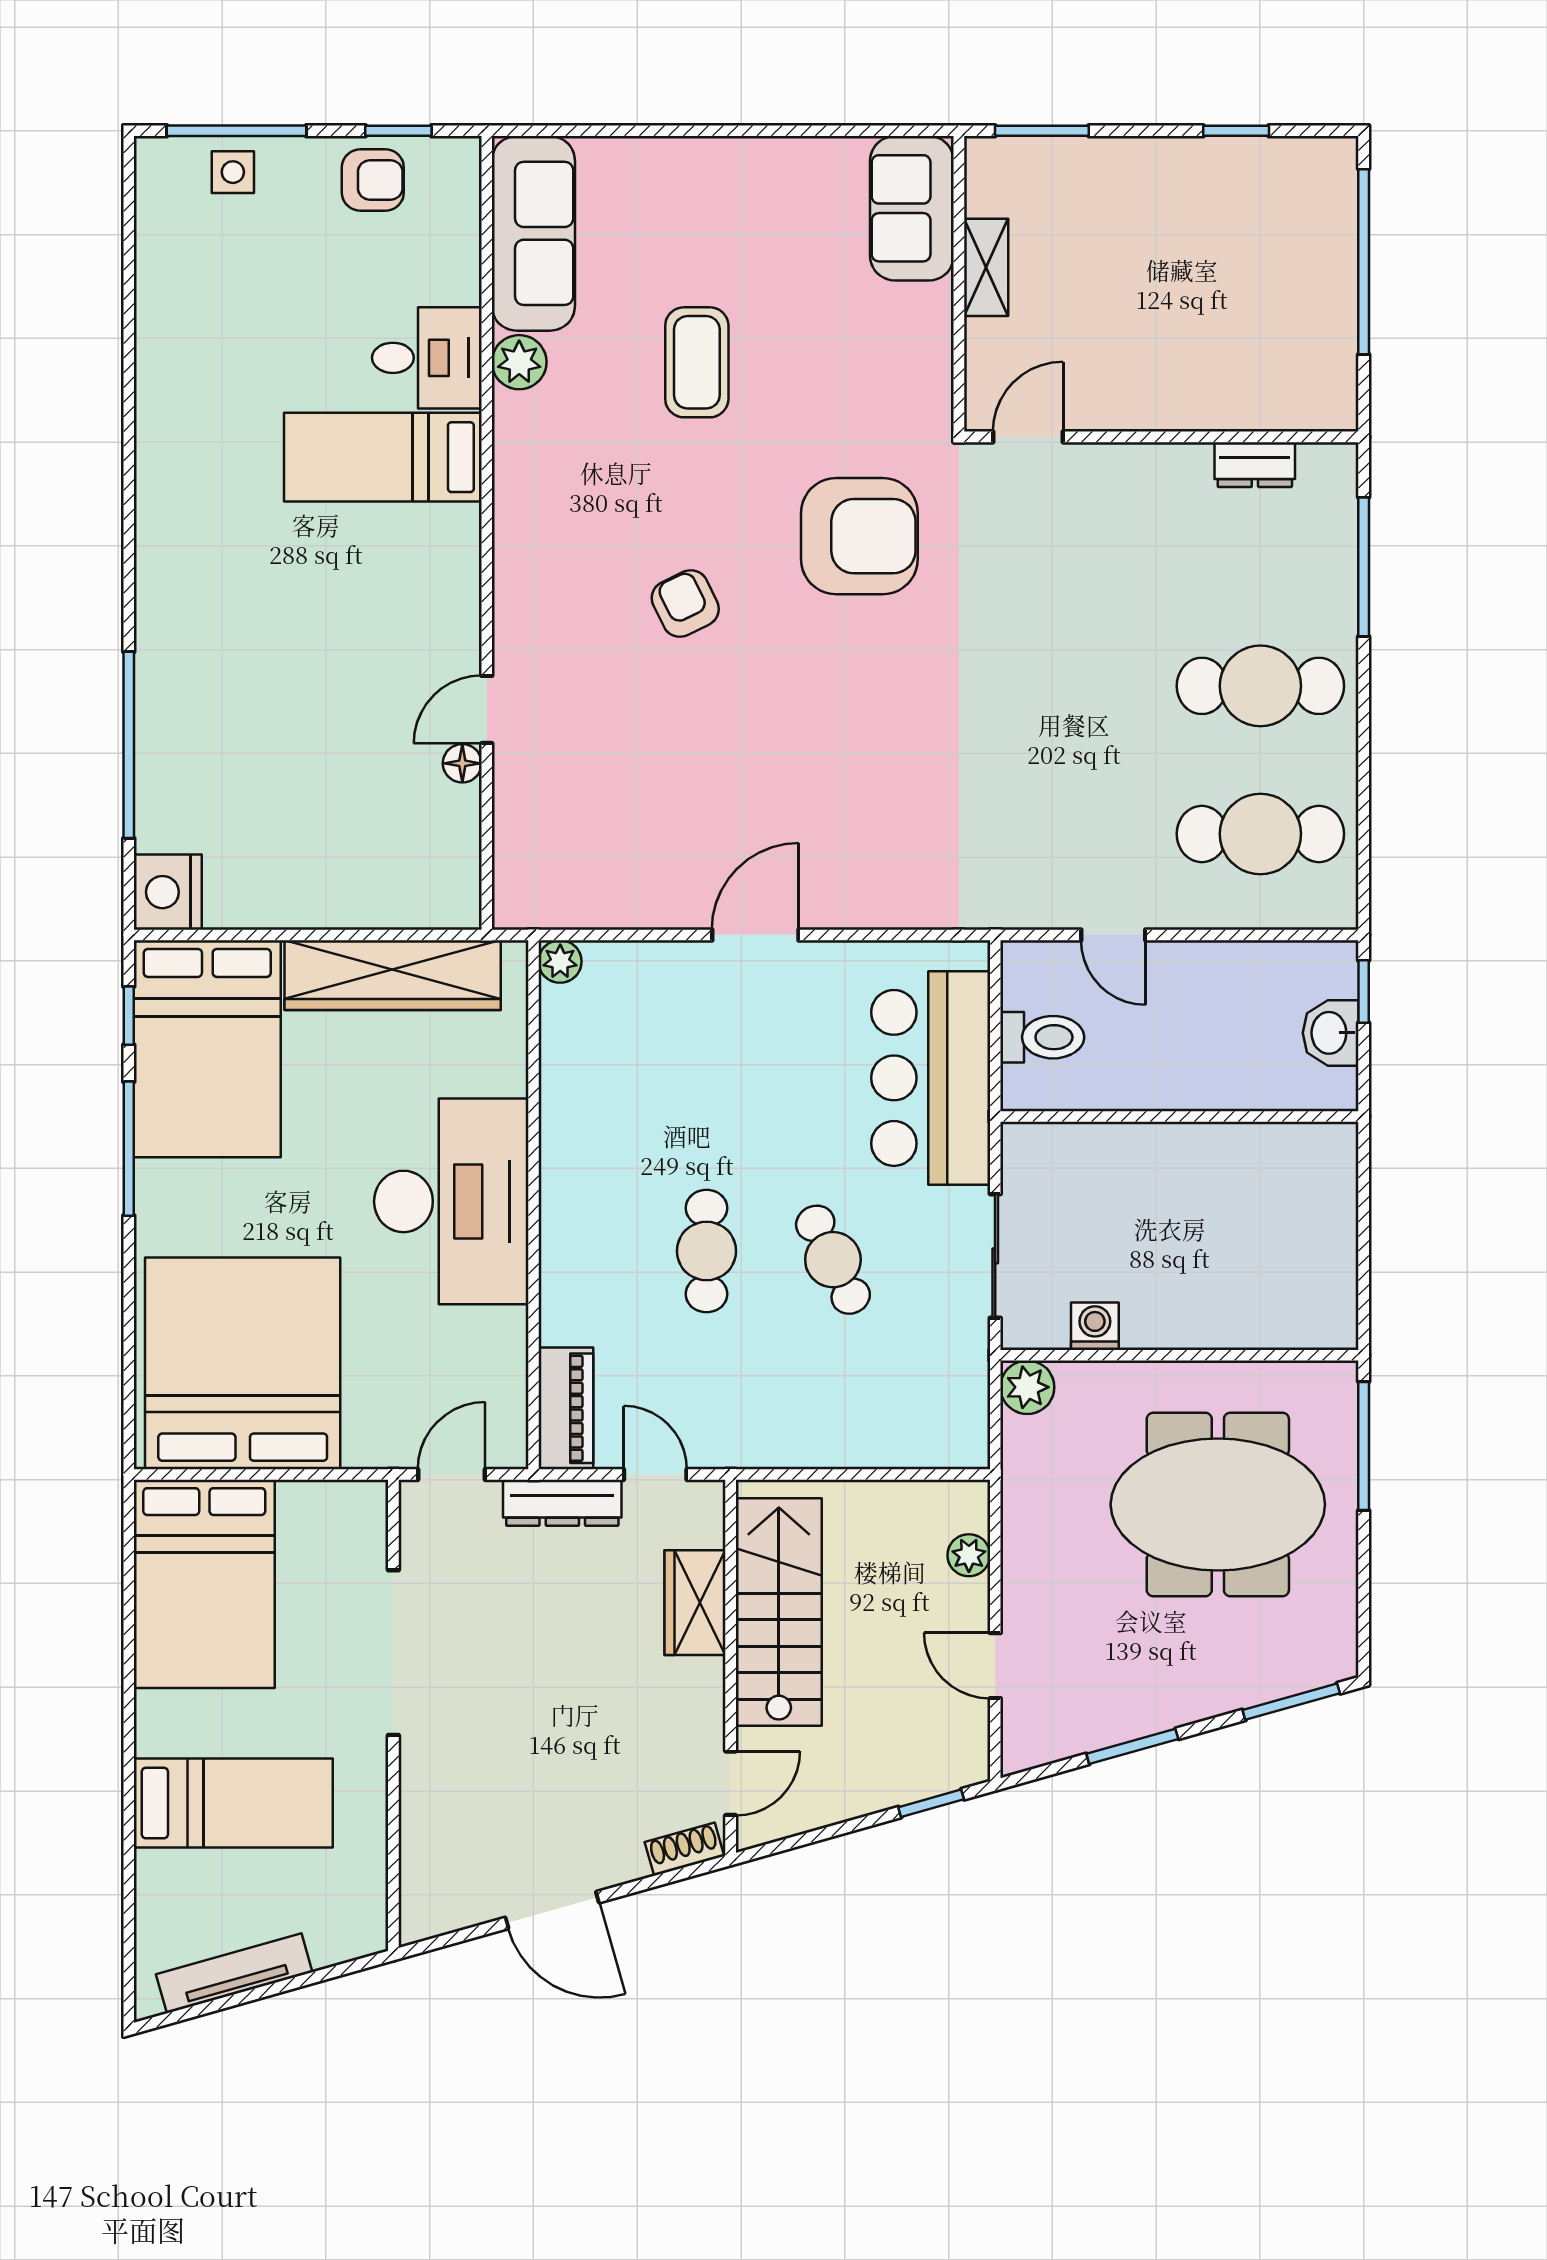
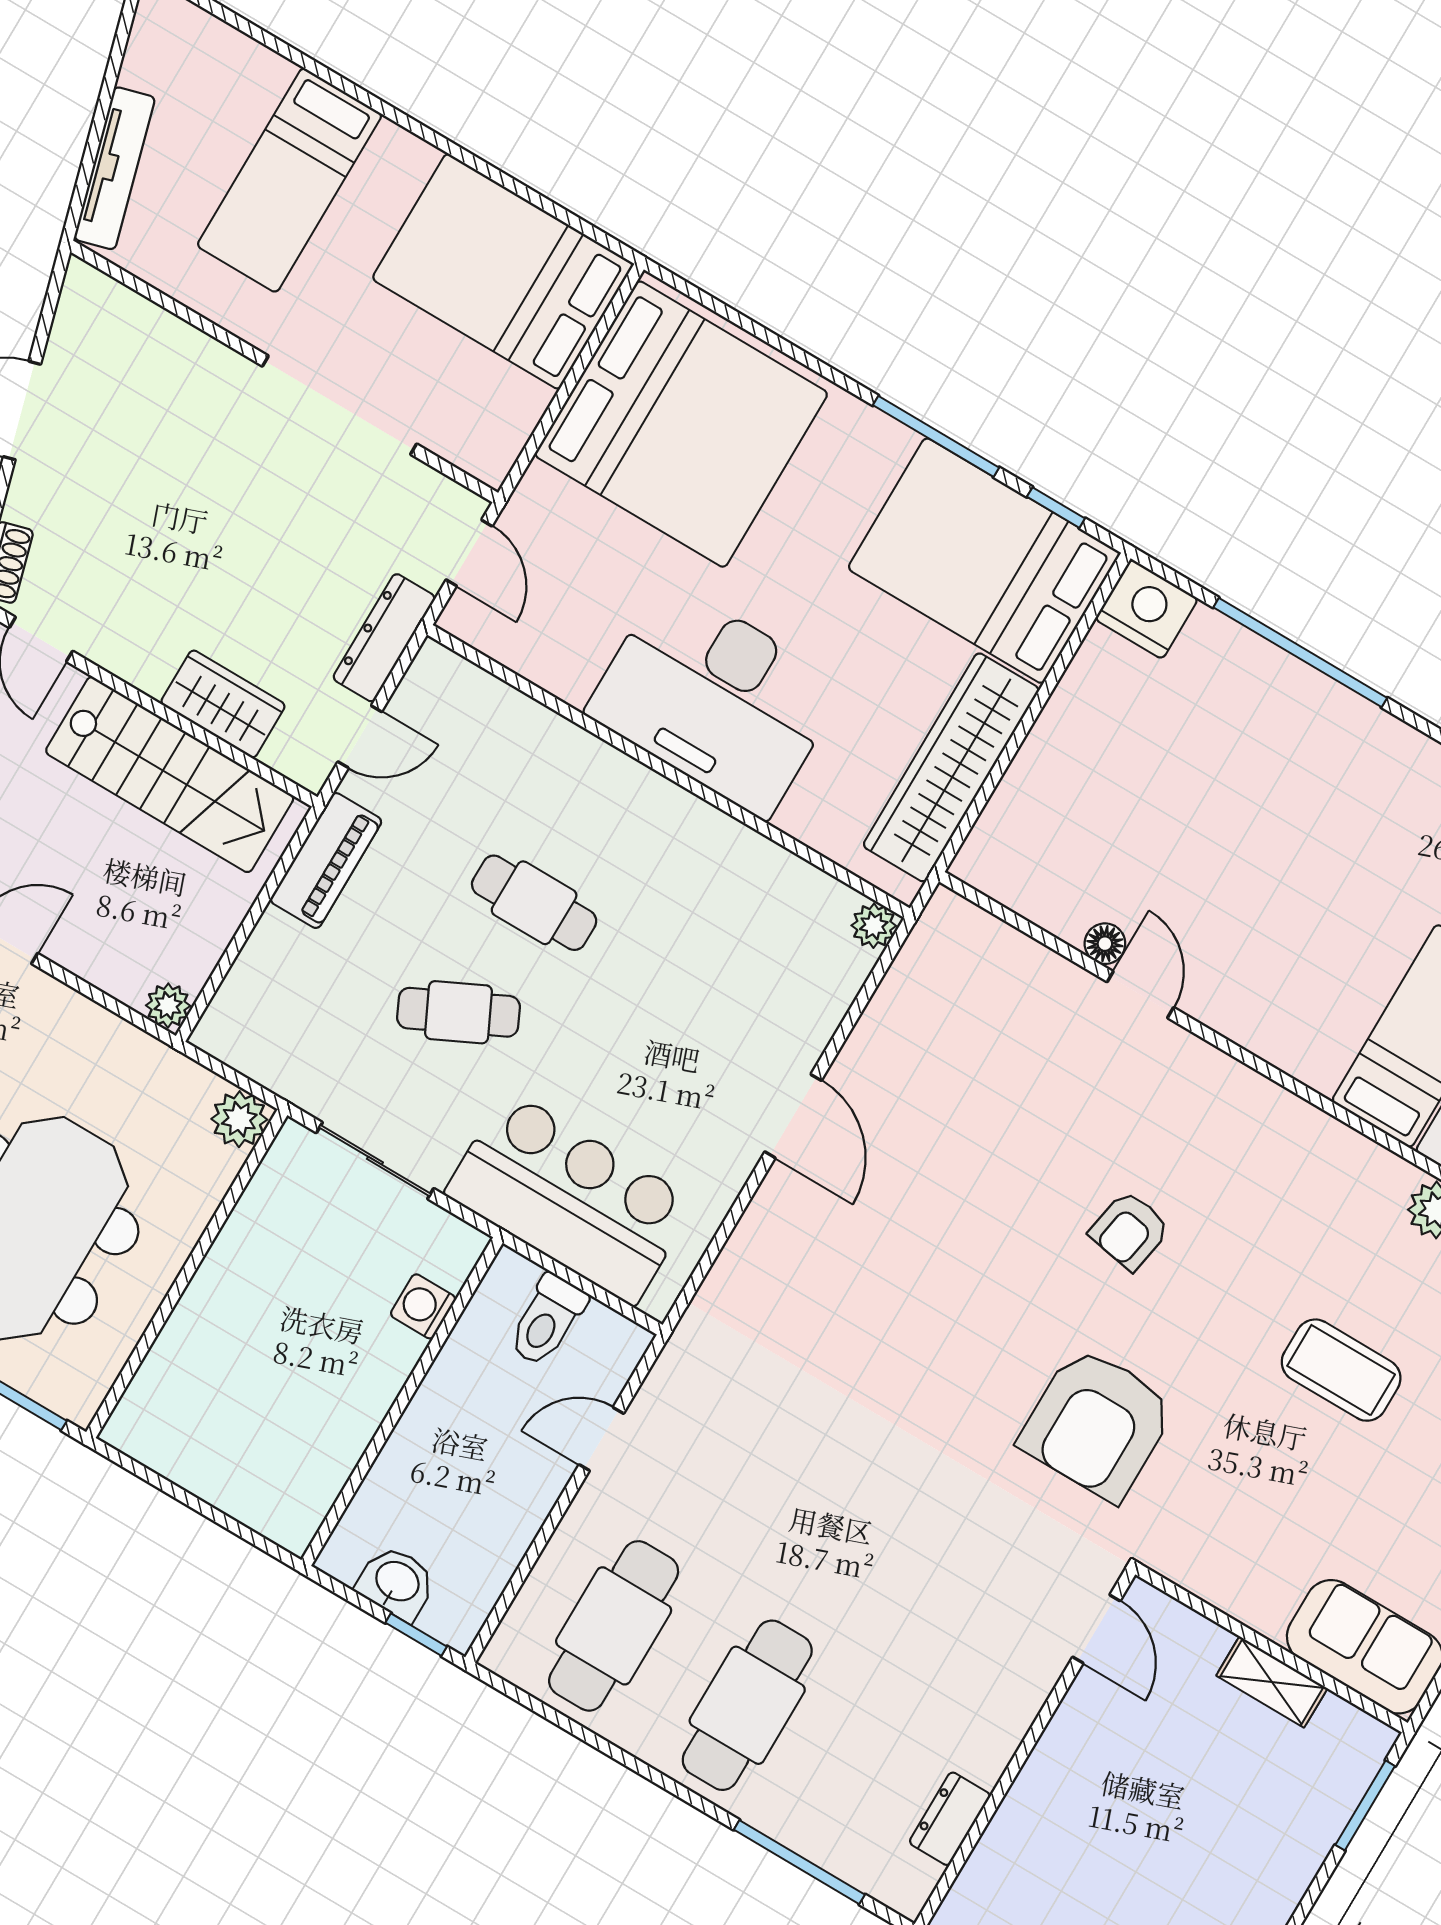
armchair: (685, 604) -> (1130, 1230), turned 126
washing machine: (1095, 1326) -> (423, 1306), moved, turned 180
piano: (566, 1408) -> (326, 861), moved, turned -90
plant: (969, 1555) -> (168, 1006), moved
tv unit: (234, 1973) -> (114, 168), moved

